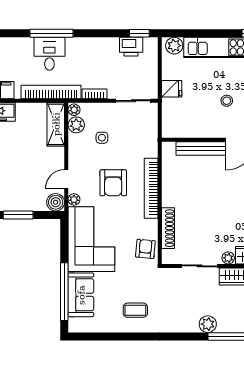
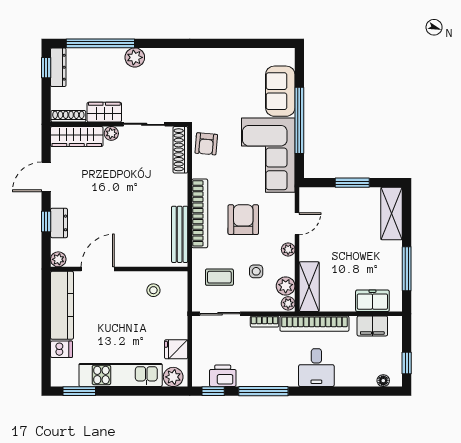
window: (51, 33) -> (263, 391), moved
fridge: (172, 89) -> (176, 349), moved
stool: (227, 101) -> (153, 290), moved
bench: (201, 148) -> (180, 234), moved, turned 90
plant: (74, 199) -> (288, 250), moved
boiler: (56, 202) -> (309, 197), removed
shoe rack: (168, 228) -> (180, 150), moved
window: (64, 292) -> (299, 120), moved
coffee table: (135, 310) -> (219, 277), moved

